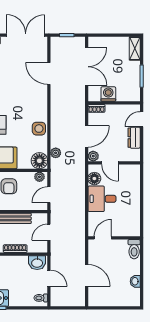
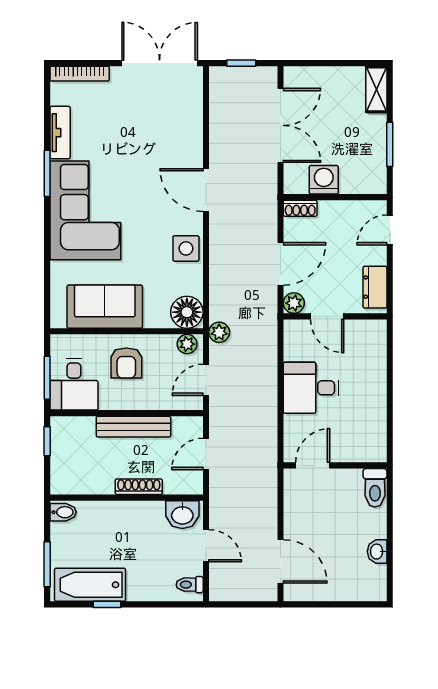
door: (49, 73) -> (206, 190), moved
dresser: (134, 138) -> (375, 287), moved
plant: (56, 153) -> (219, 332), moved
floor lamp: (94, 179) -> (296, 348), removed
door: (87, 275) -> (280, 561), moved

